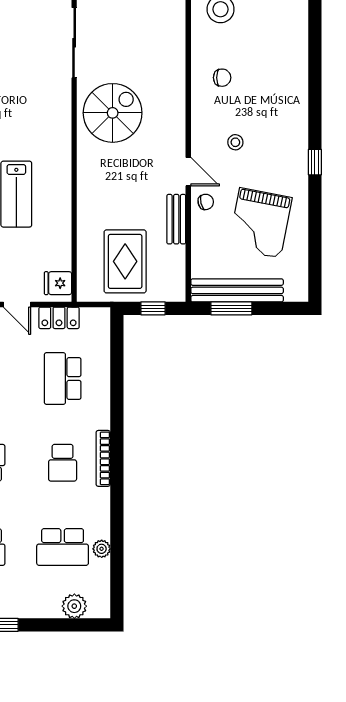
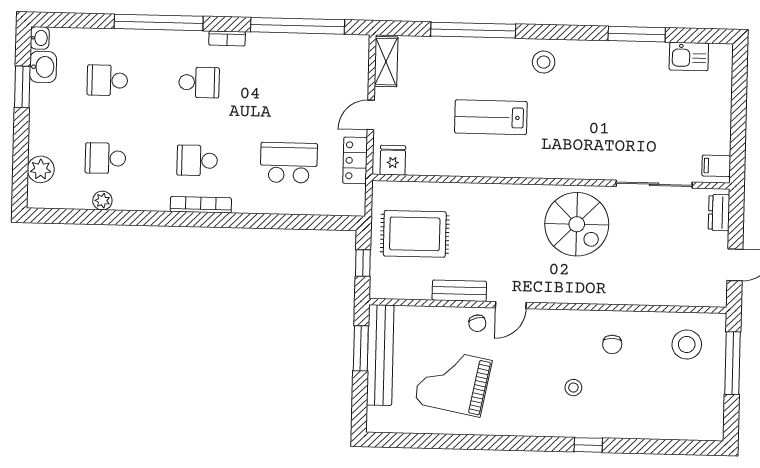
stool: (235, 142) -> (573, 388), moved
window: (315, 162) -> (588, 445), moved
school desk: (63, 547) -> (105, 158), width x0.54

